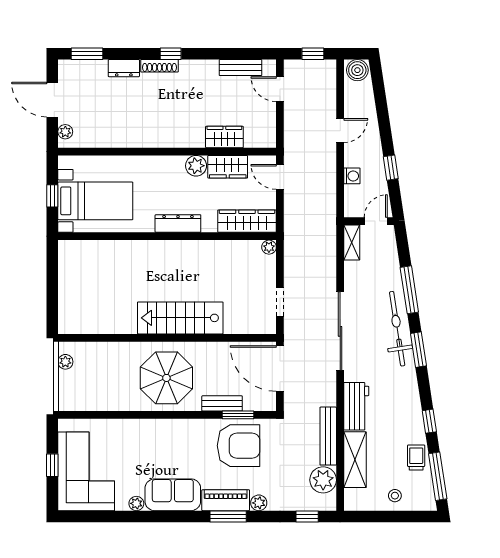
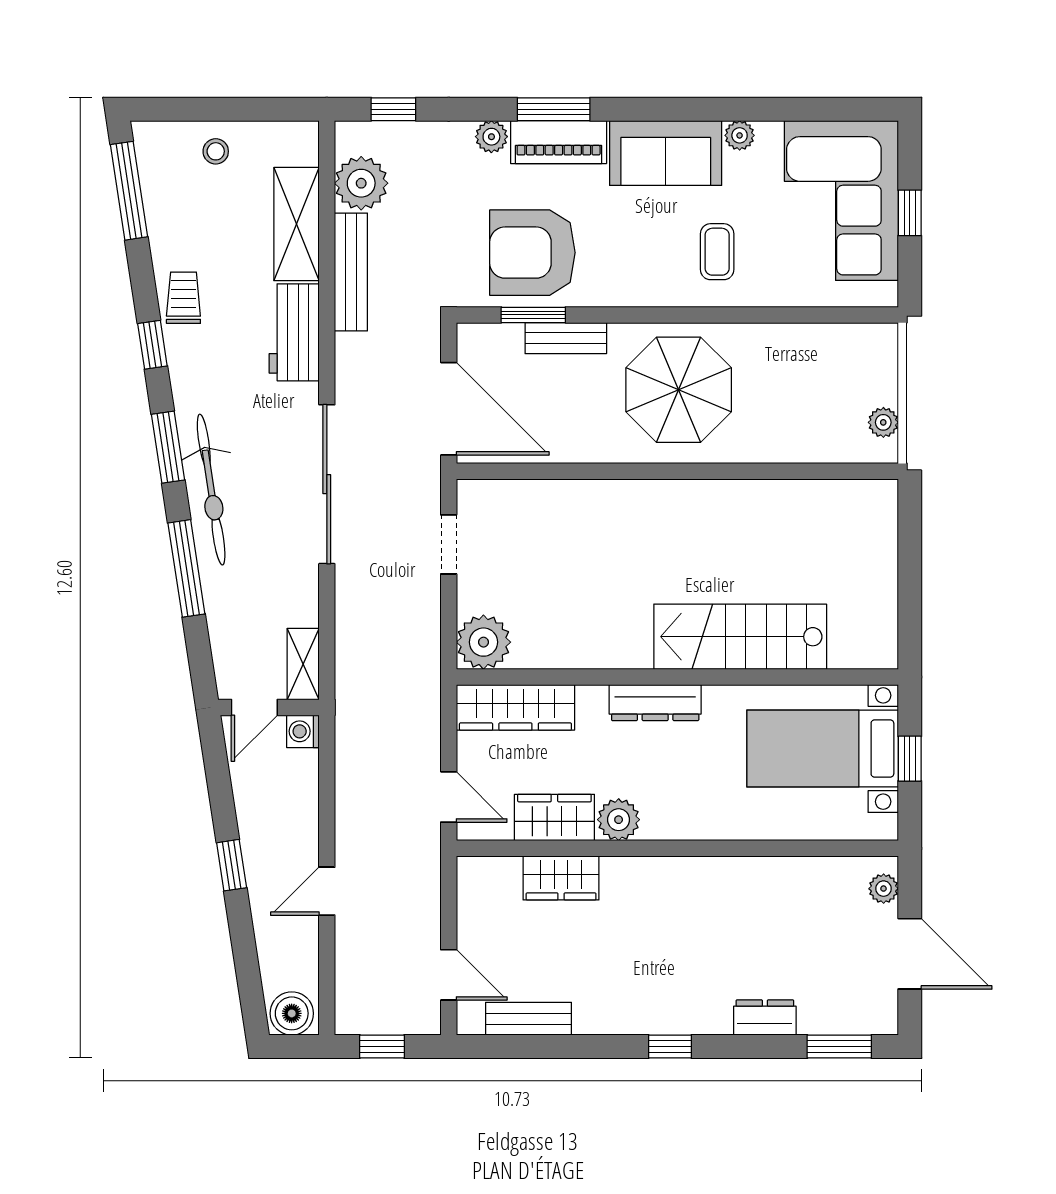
shoe rack: (159, 66) -> (693, 1022), removed
window: (391, 168) -> (232, 865), moved
washing machine: (352, 176) -> (303, 731), moved
plant: (269, 247) -> (483, 642), width x1.88, depth x1.88
stairs: (180, 318) -> (740, 637), moved, turned 180
window: (429, 421) -> (152, 345), moved
coffee table: (147, 446) -> (717, 252), added
trolley: (416, 457) -> (183, 298), moved, turned 180

